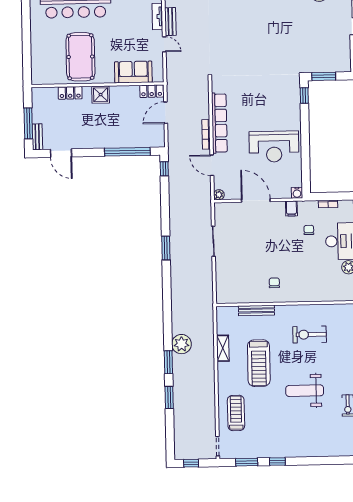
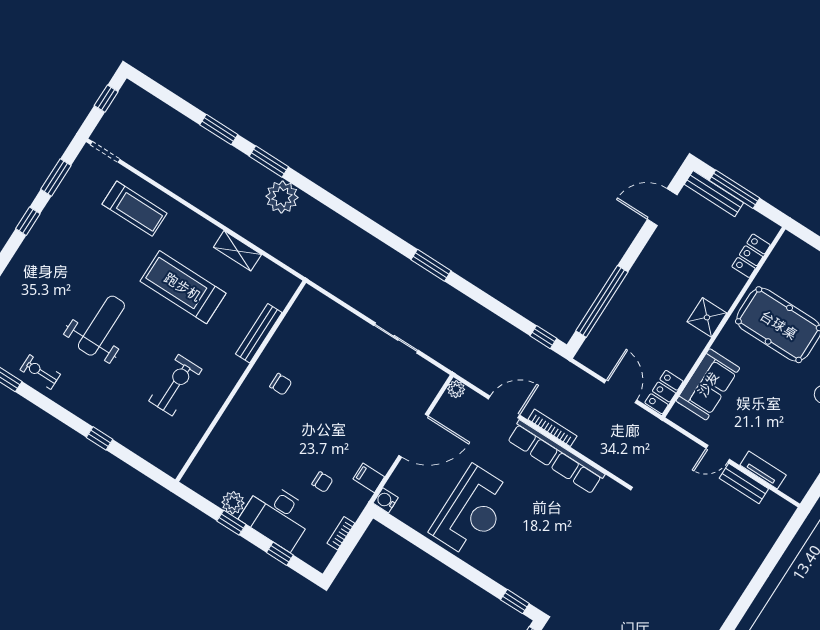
locker: (70, 93) -> (751, 256), moved
bench: (37, 137) -> (714, 194), width x1.36
reception desk: (274, 147) -> (472, 511), turned 180

